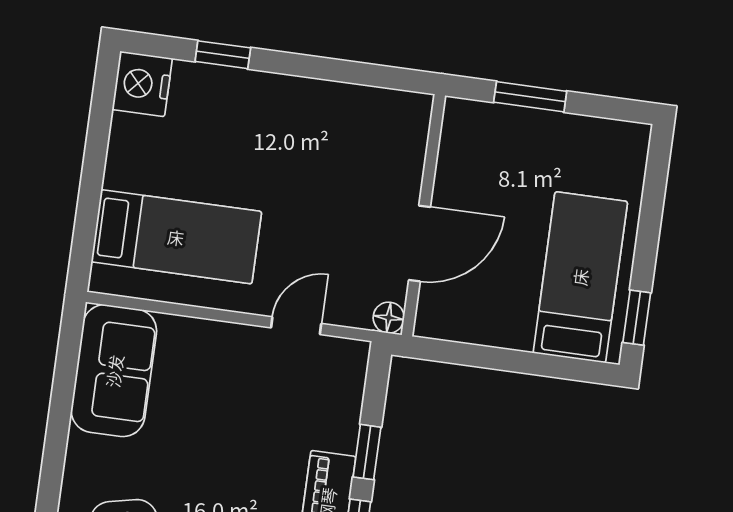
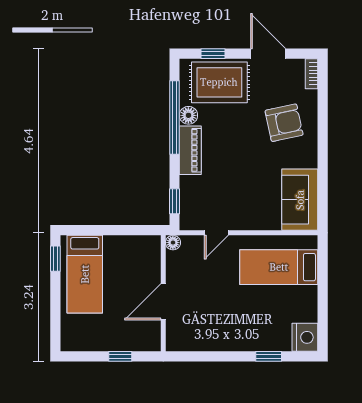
window: (530, 97) -> (120, 356), width x0.67
door: (419, 244) -> (163, 302), moved
window: (367, 452) -> (174, 201), moved

